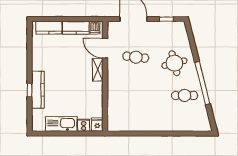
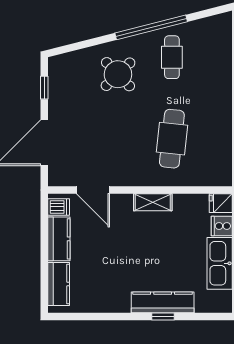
door: (105, 48) -> (93, 190), hinge flipped
cafe table: (136, 57) -> (172, 139), moved, width x1.37, depth x1.35
round table: (174, 63) -> (118, 74), turned -30
shelving: (98, 70) -> (153, 202), moved

